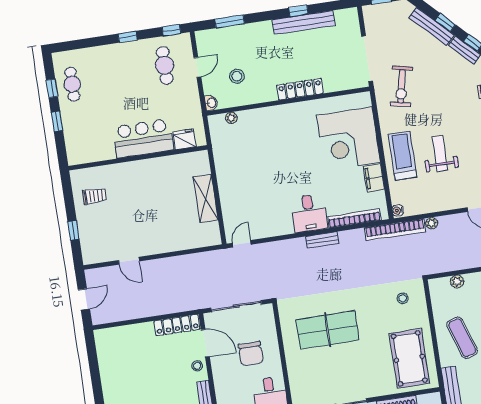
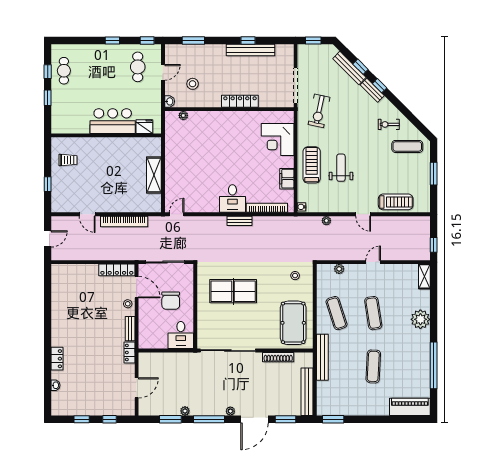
corner desk: (348, 139) -> (278, 139), width x0.74, depth x0.74
bookcase: (395, 230) -> (124, 221), moved

